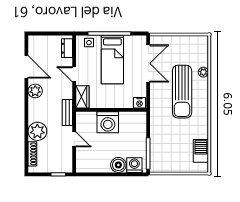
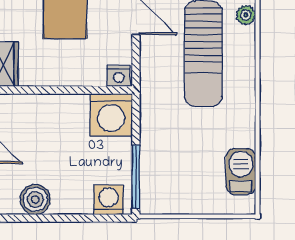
washing machine: (108, 122) -> (111, 115), moved
boiler: (118, 165) -> (35, 199), moved

